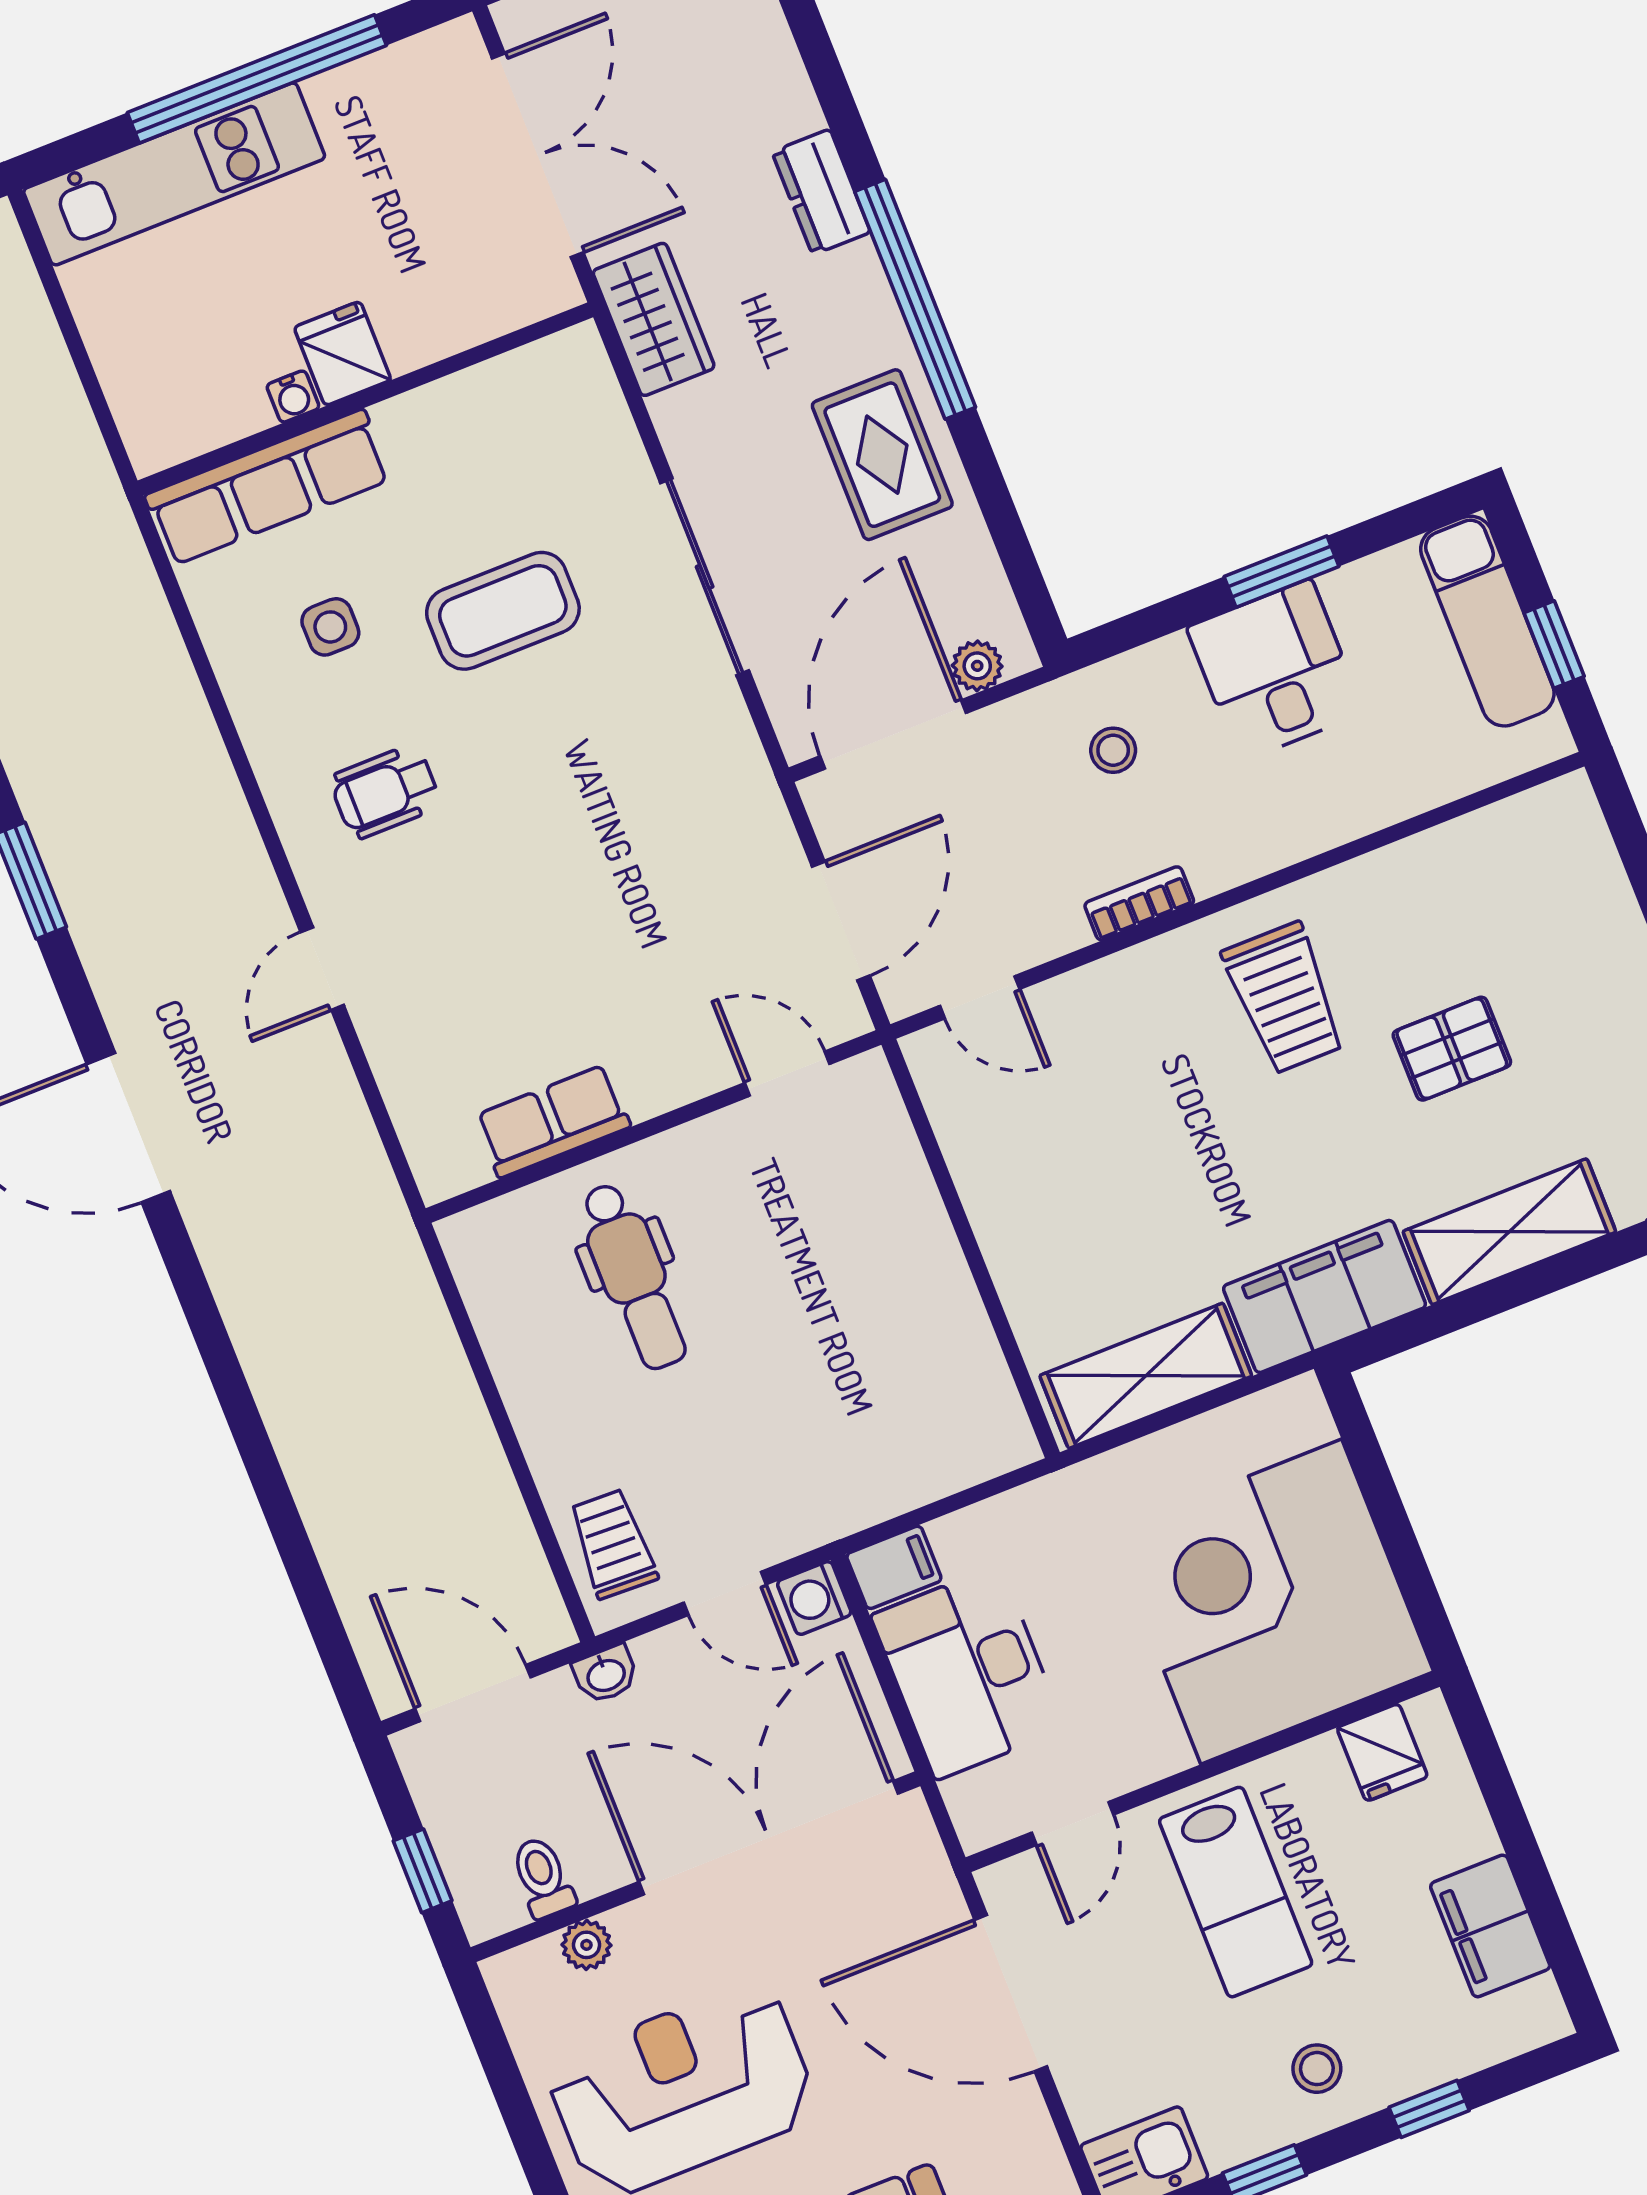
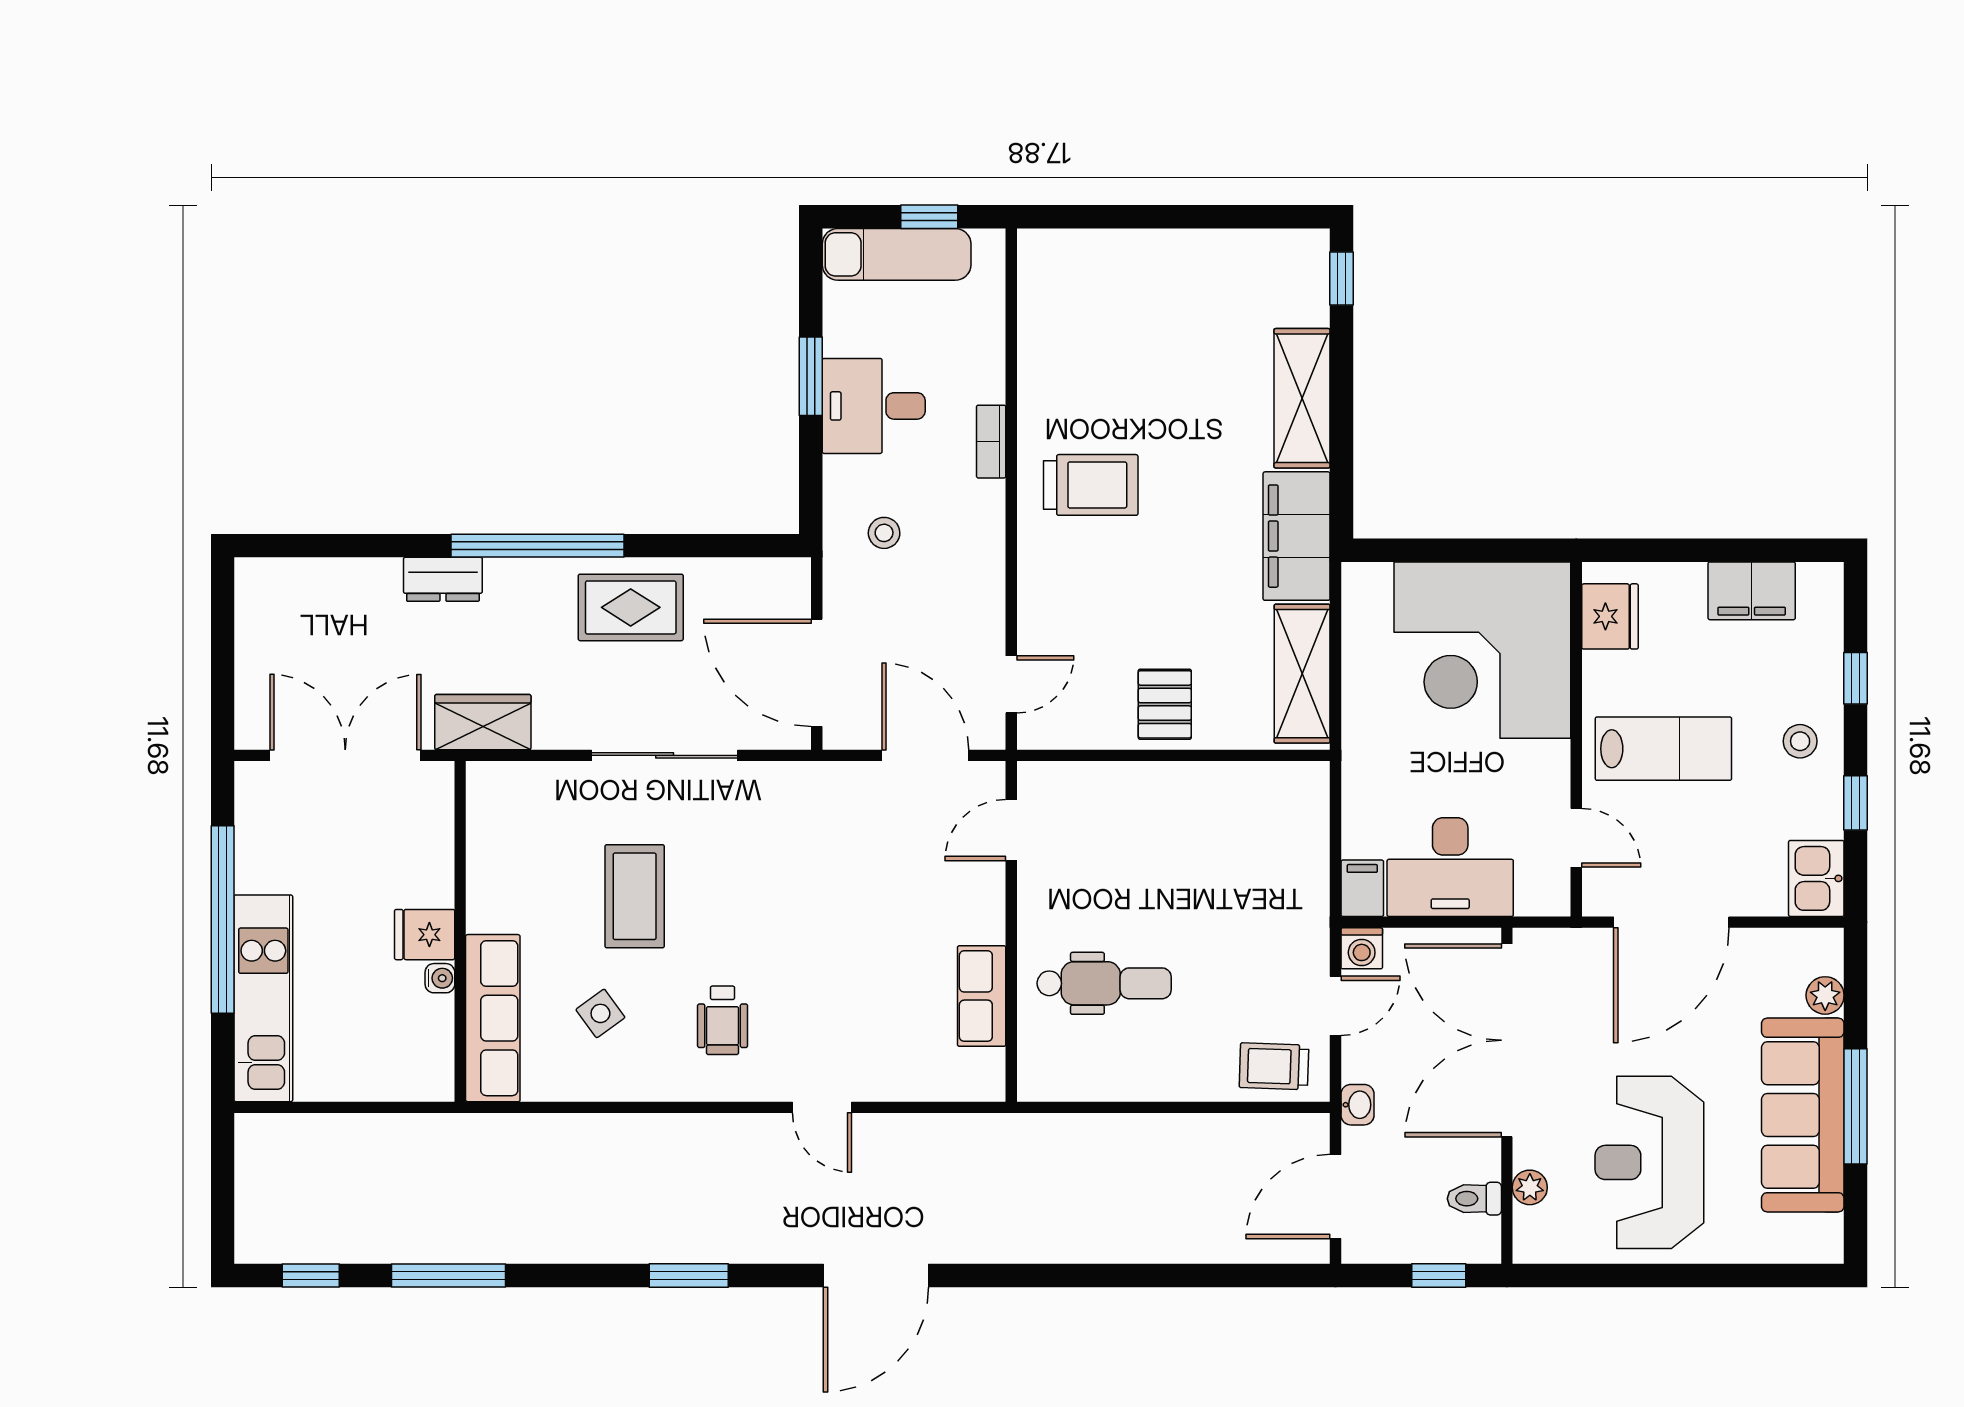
side table: (330, 627) -> (600, 1013), turned -36
plant: (977, 666) -> (794, 600), removed
bookcase: (1139, 903) -> (991, 442), moved
pallet: (1452, 1049) -> (1165, 704), moved
fridge: (1382, 1752) -> (1610, 616), width x1.38

